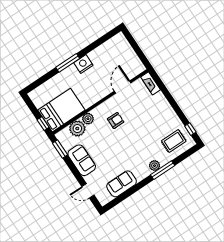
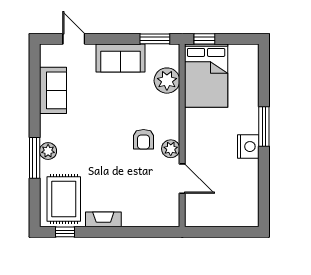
fireplace: (151, 83) -> (103, 219), moved
plant: (88, 119) -> (171, 149), moved
rug: (174, 141) -> (64, 199), width x1.36, depth x1.43
door: (88, 191) -> (74, 39), hinge flipped

